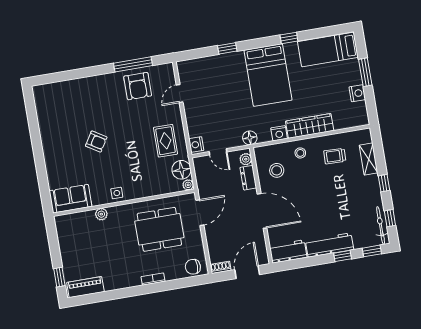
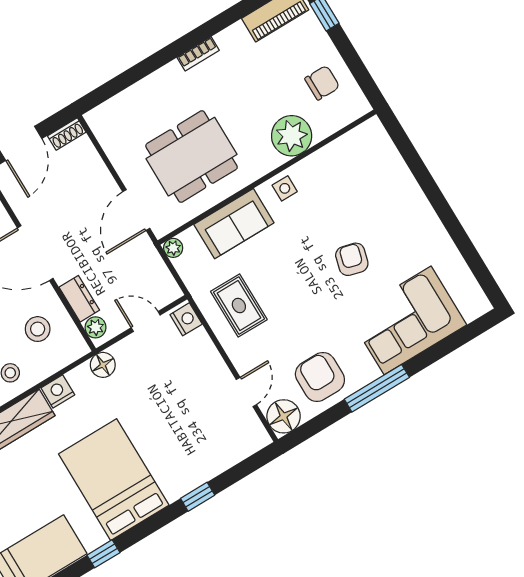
window: (133, 64) -> (377, 388), moved
corner sofa: (80, 98) -> (408, 320), added
armchair: (96, 142) -> (352, 259), turned 73
floor lamp: (181, 170) -> (284, 416), moved
sofa: (70, 199) -> (234, 224), moved
plant: (101, 214) -> (292, 136), width x1.88, depth x1.88
chair: (193, 267) -> (322, 83), moved
bookcase: (153, 279) -> (198, 54), moved

